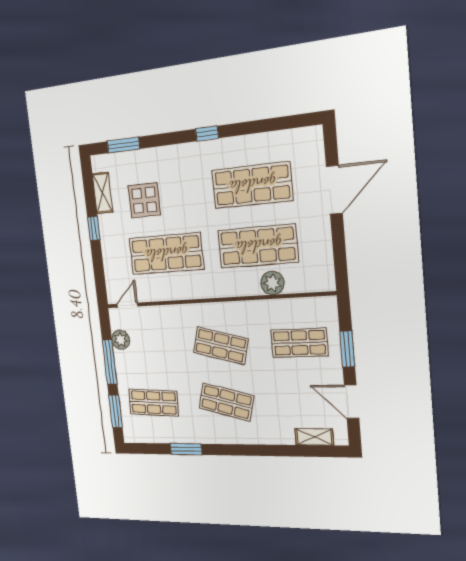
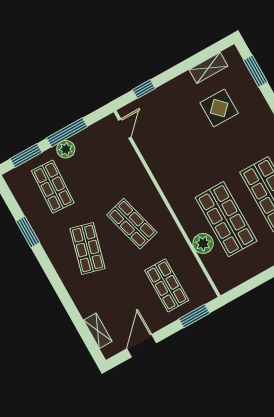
window: (94, 228) -> (144, 89), moved
shop shelf: (166, 254) -> (184, 145), removed
door: (127, 305) -> (125, 129), hinge flipped
plant: (121, 340) -> (66, 149), moved
shop shelf: (221, 346) -> (132, 224), turned -30
window: (347, 349) -> (194, 316), moved

